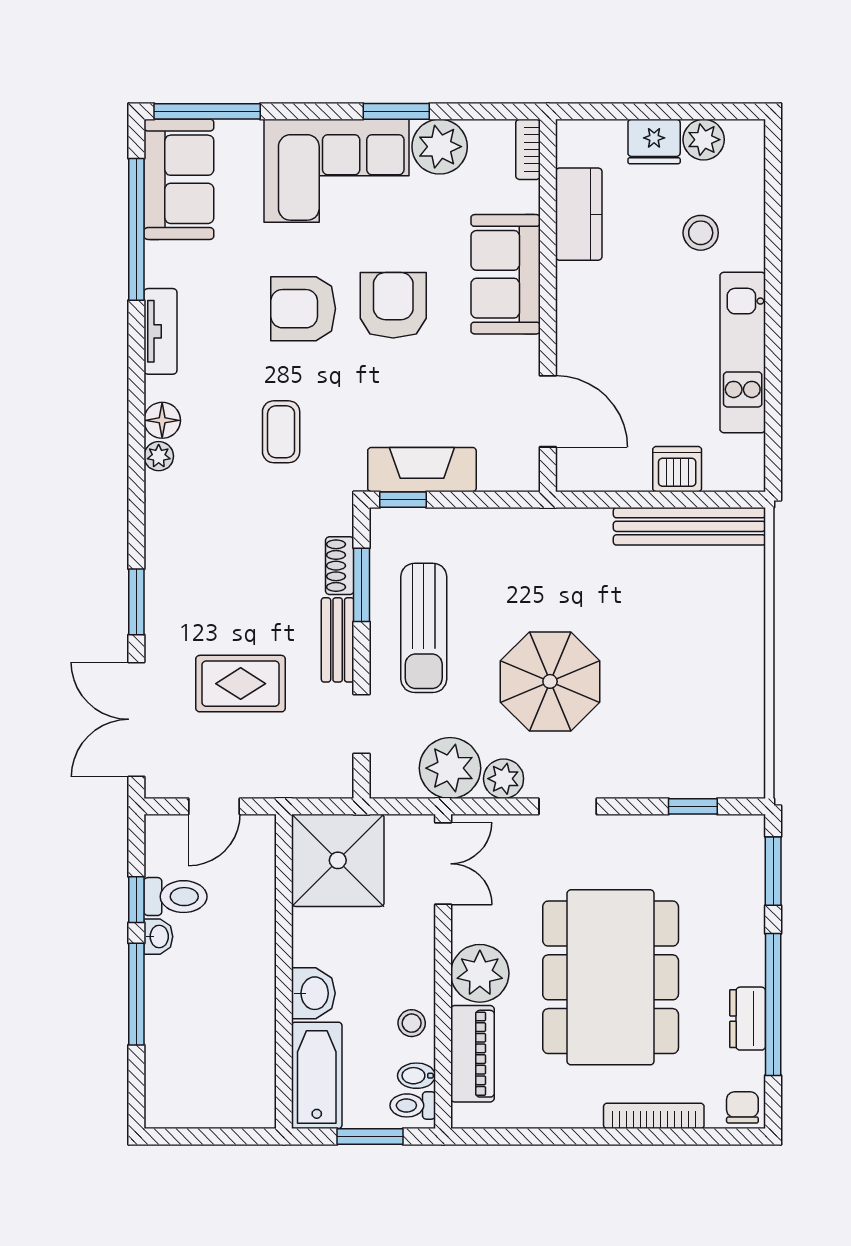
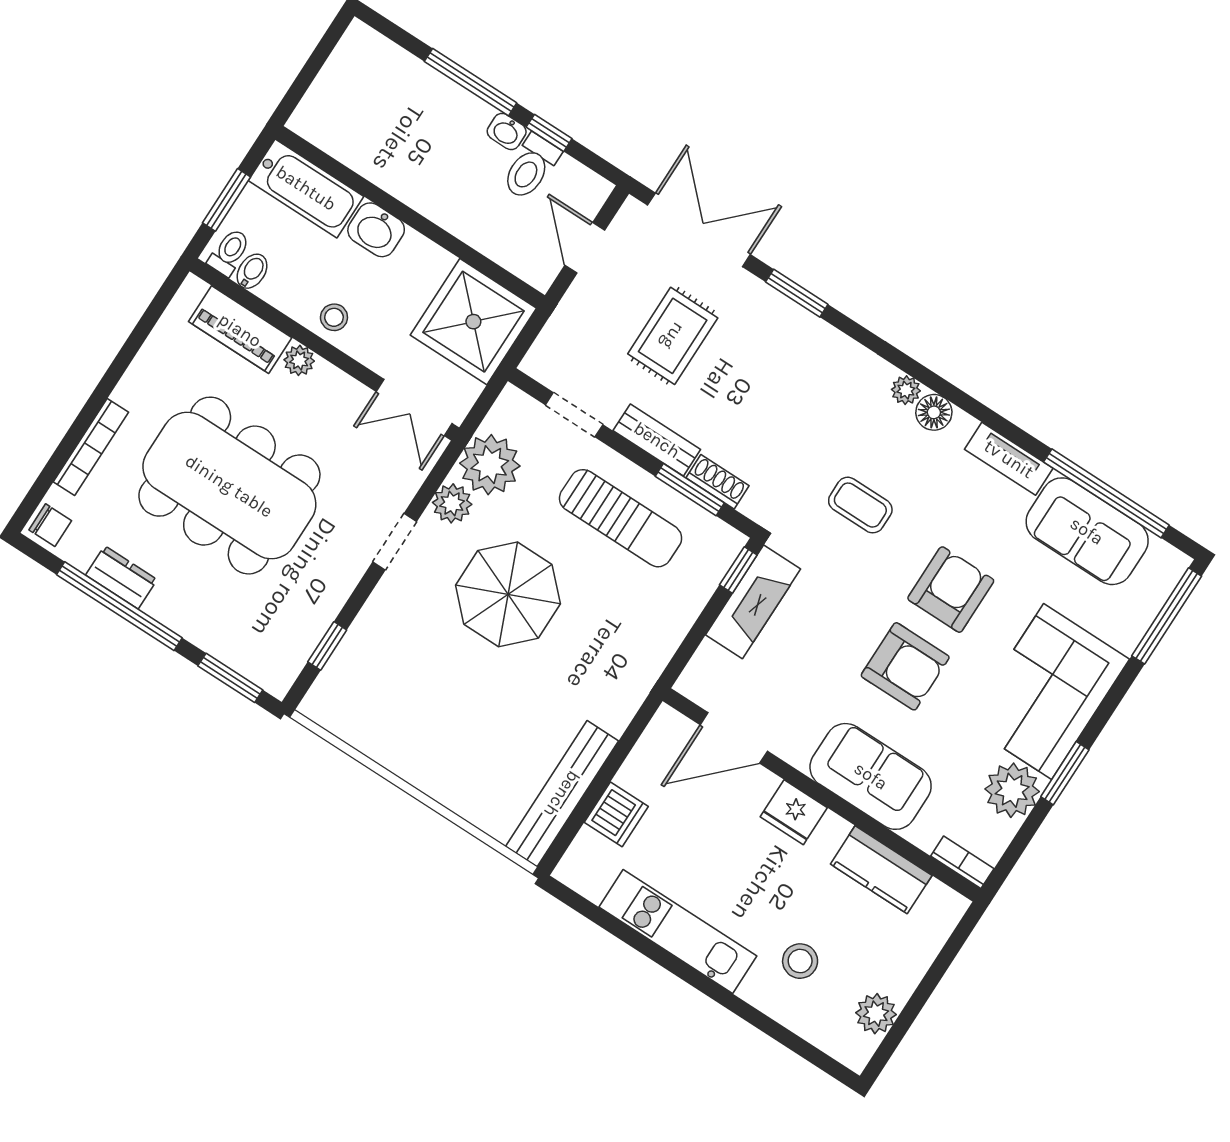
fridge: (654, 141) -> (794, 812), moved, turned -90
sofa: (179, 179) -> (1087, 531), moved
sun lounger: (424, 628) -> (621, 518), turned 180
plant: (480, 973) -> (299, 360), width x0.53, depth x0.53
stool: (412, 1023) -> (334, 317), moved

